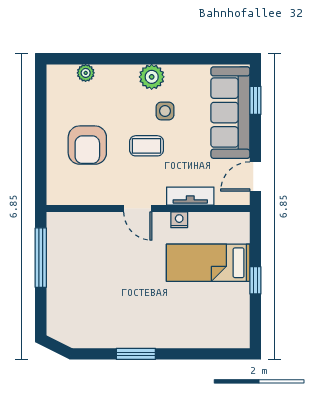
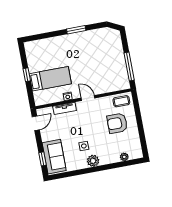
sofa: (230, 113) -> (54, 157), width x0.73
armchair: (87, 145) -> (117, 123), turned -90
coffee table: (147, 146) -> (121, 101), moved

